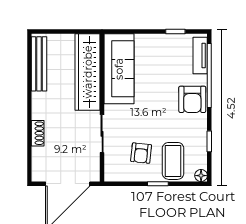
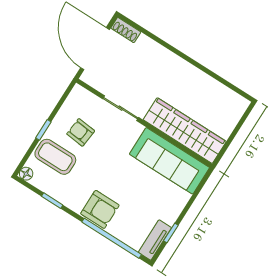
tv unit: (200, 55) -> (155, 240), moved, turned -90
bench: (39, 64) -> (220, 91), removed
armchair: (192, 99) -> (100, 209), turned 180
shoe rack: (38, 133) -> (126, 30), moved

